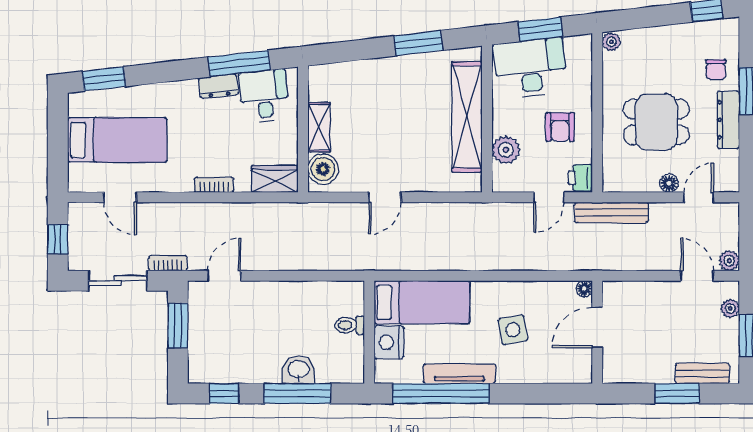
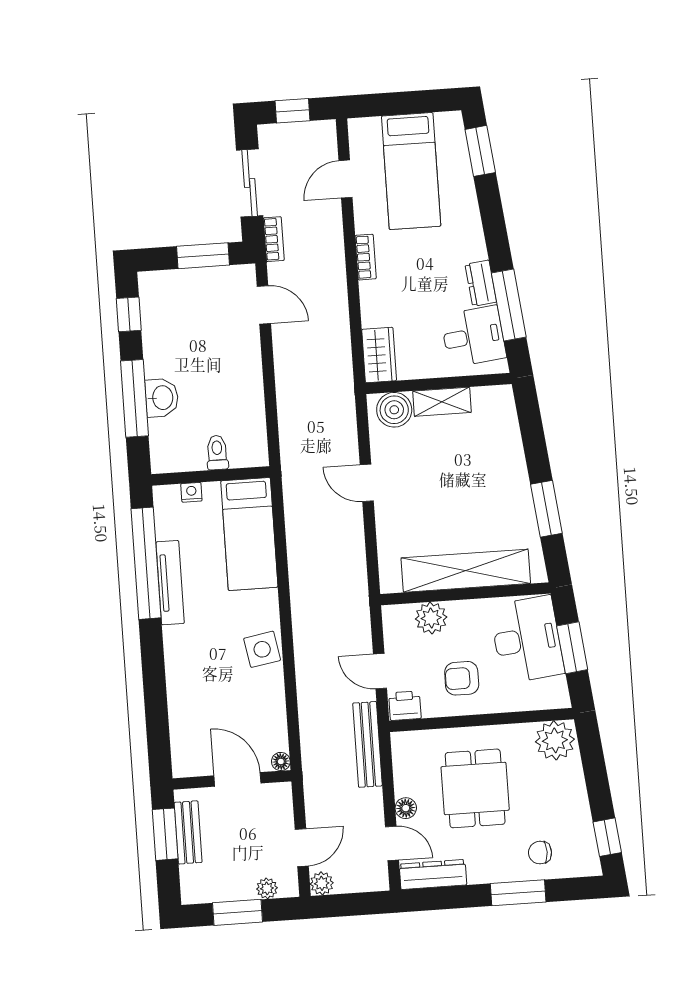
plant: (611, 42) -> (555, 740), width x1.88, depth x1.88
dresser: (728, 120) -> (433, 874), moved
bookcase: (214, 185) -> (366, 257), moved
floor lamp: (584, 289) -> (281, 761), moved
door: (597, 327) -> (237, 779), moved
side table: (513, 330) -> (262, 649), moved
wall: (597, 332) -> (232, 780), moved
nightstand: (389, 342) -> (191, 492), width x0.53, depth x0.56
bench: (702, 373) -> (188, 832), moved

